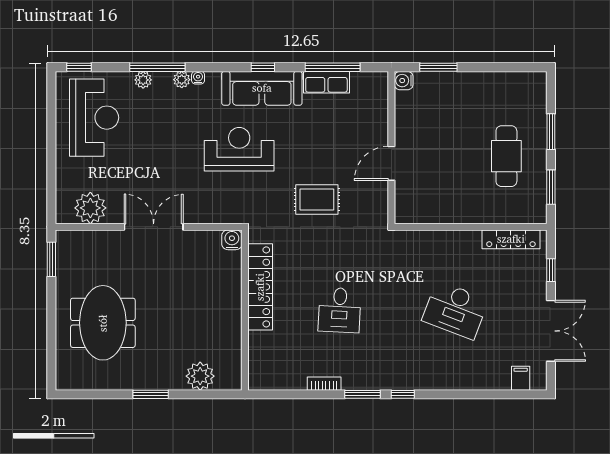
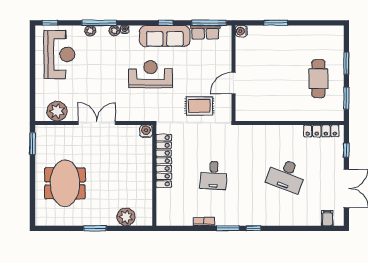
water cooler: (404, 81) -> (241, 31), moved
wall: (391, 148) -> (234, 73), moved
door: (391, 163) -> (234, 83), moved

